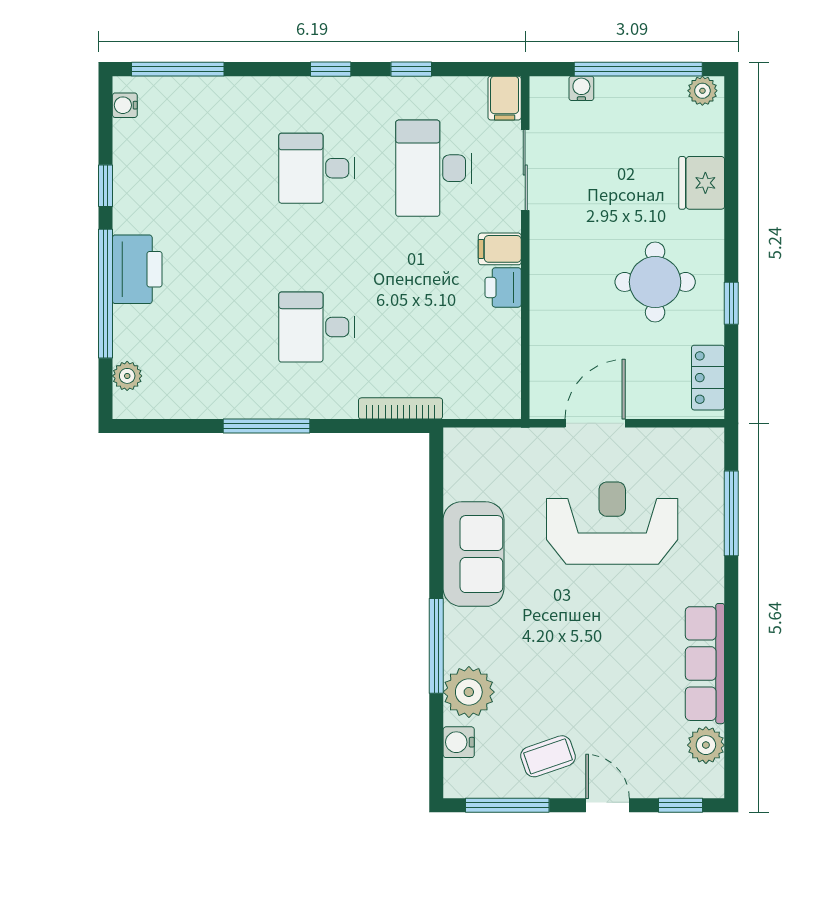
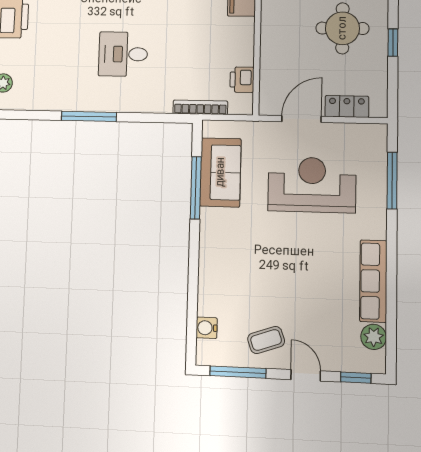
printer: (503, 287) -> (242, 80), moved
locker: (708, 378) -> (347, 107), moved, turned 90
bookcase: (401, 408) -> (200, 107), moved
sofa: (474, 554) -> (220, 172), moved
window: (436, 646) -> (196, 188), moved
plant: (469, 692) -> (214, 294), removed

